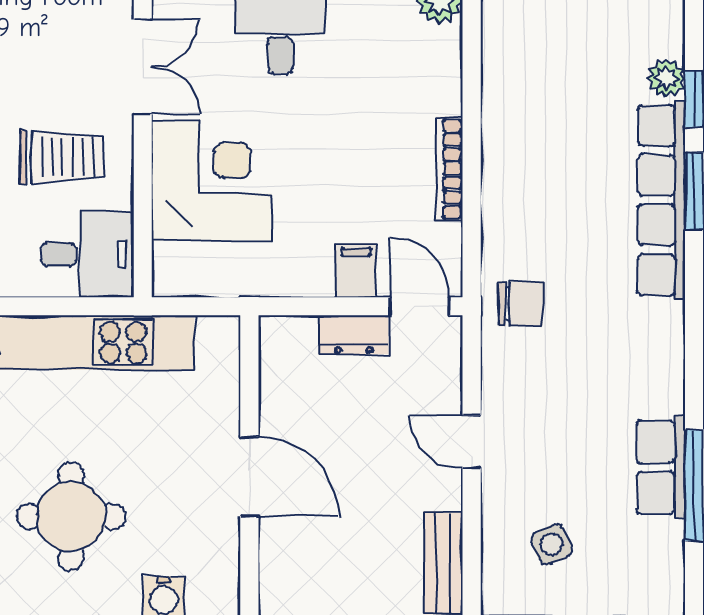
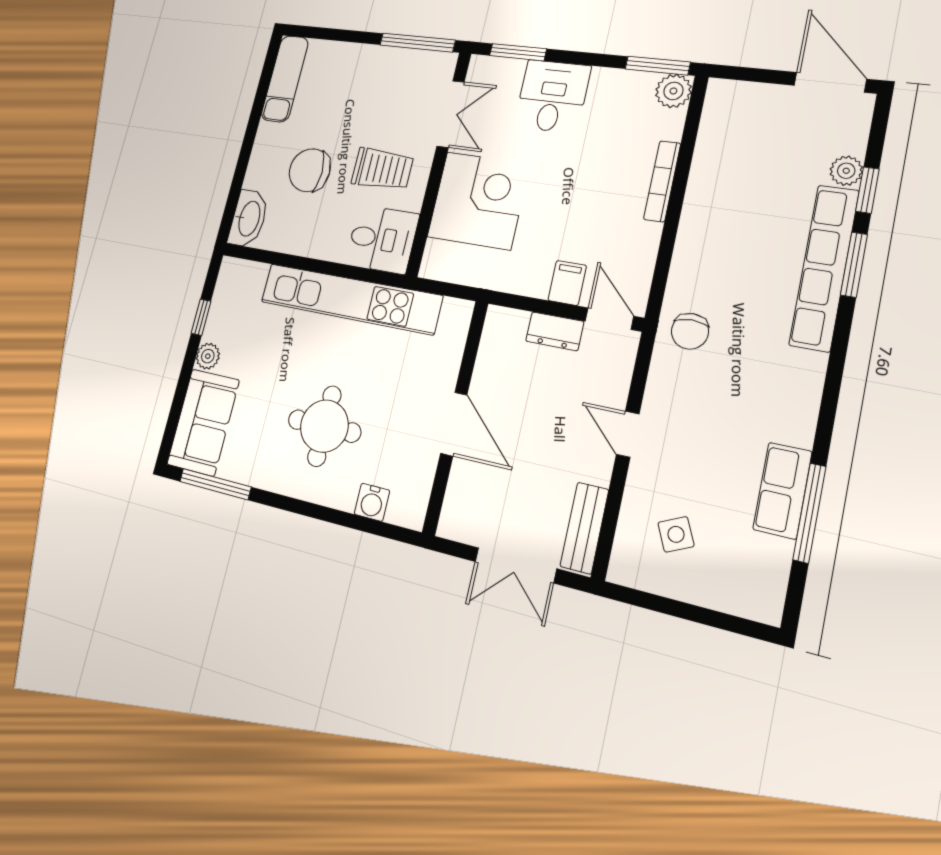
bookcase: (449, 169) -> (662, 181), moved
chair: (521, 304) -> (690, 331), turned 90

